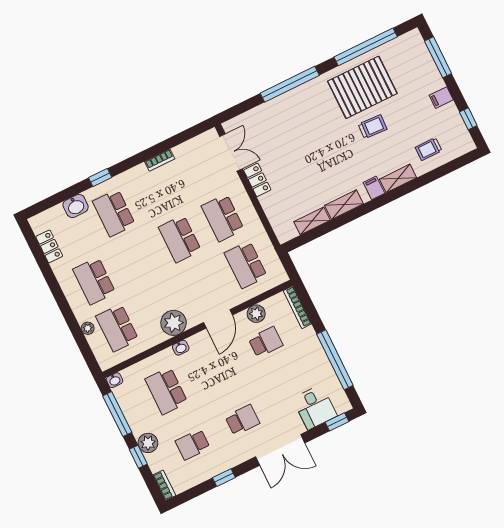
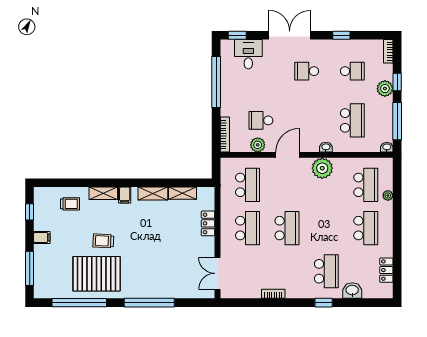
locker: (257, 180) -> (208, 223), moved

